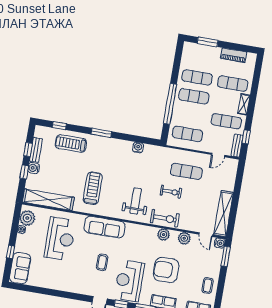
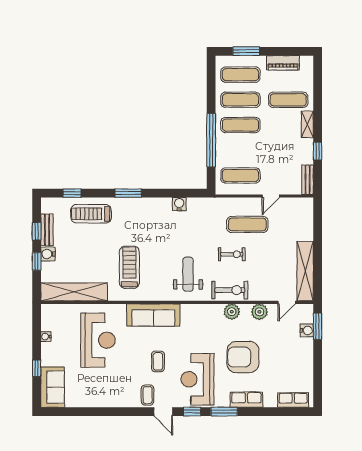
exercise mat: (226, 121) -> (240, 75), moved
window: (246, 137) -> (318, 151), moved
door: (218, 155) -> (271, 196), moved
plant: (27, 218) -> (51, 320), removed
door: (206, 235) -> (287, 302), hinge flipped
water cooler: (220, 243) -> (307, 330), moved
coffee table: (208, 285) -> (148, 395), moved

